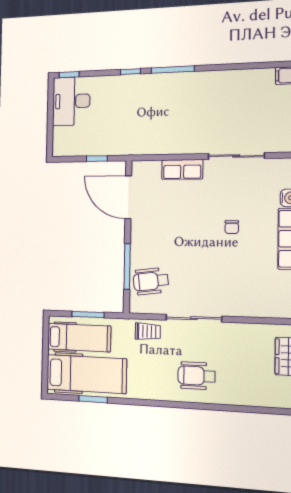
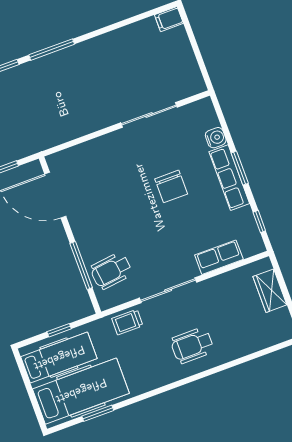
row of seats: (182, 169) -> (219, 257), moved, turned 180
chair: (232, 227) -> (171, 186), width x1.87, depth x1.87
window: (88, 314) -> (59, 330), width x0.67
trolley: (148, 331) -> (127, 322), turned 180

